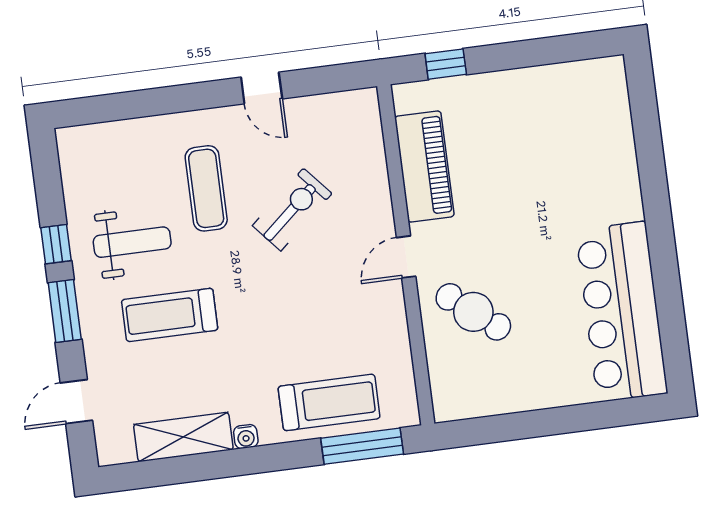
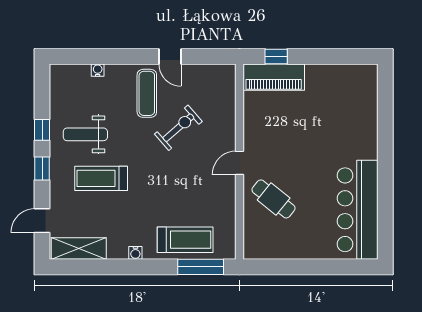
water cooler: (139, 128) -> (98, 70), added
piano: (424, 166) -> (274, 77), moved, turned 90
exercise mat: (206, 188) -> (147, 93), moved
weight bench: (132, 242) -> (85, 134), turned 180
window: (65, 311) -> (42, 168), width x0.67
shelving: (183, 437) -> (79, 249), moved

